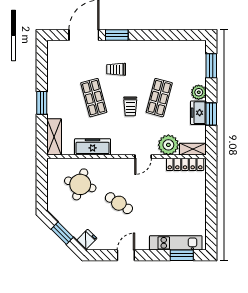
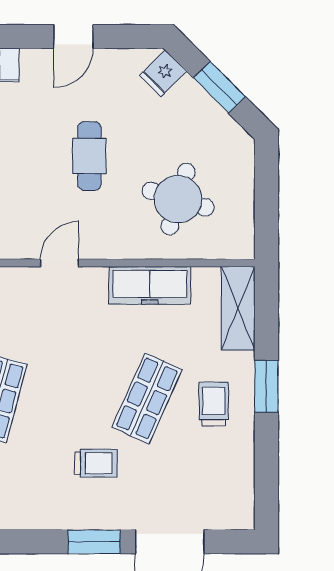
shop shelf: (94, 98) -> (147, 398), turned 39
trolley: (130, 106) -> (214, 404), moved
door: (143, 157) -> (60, 263), moved
cafe table: (119, 203) -> (89, 156), turned 57

